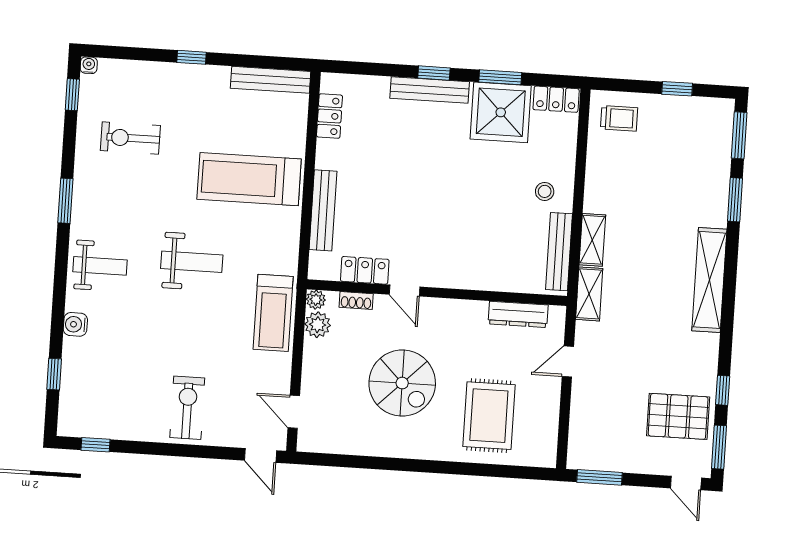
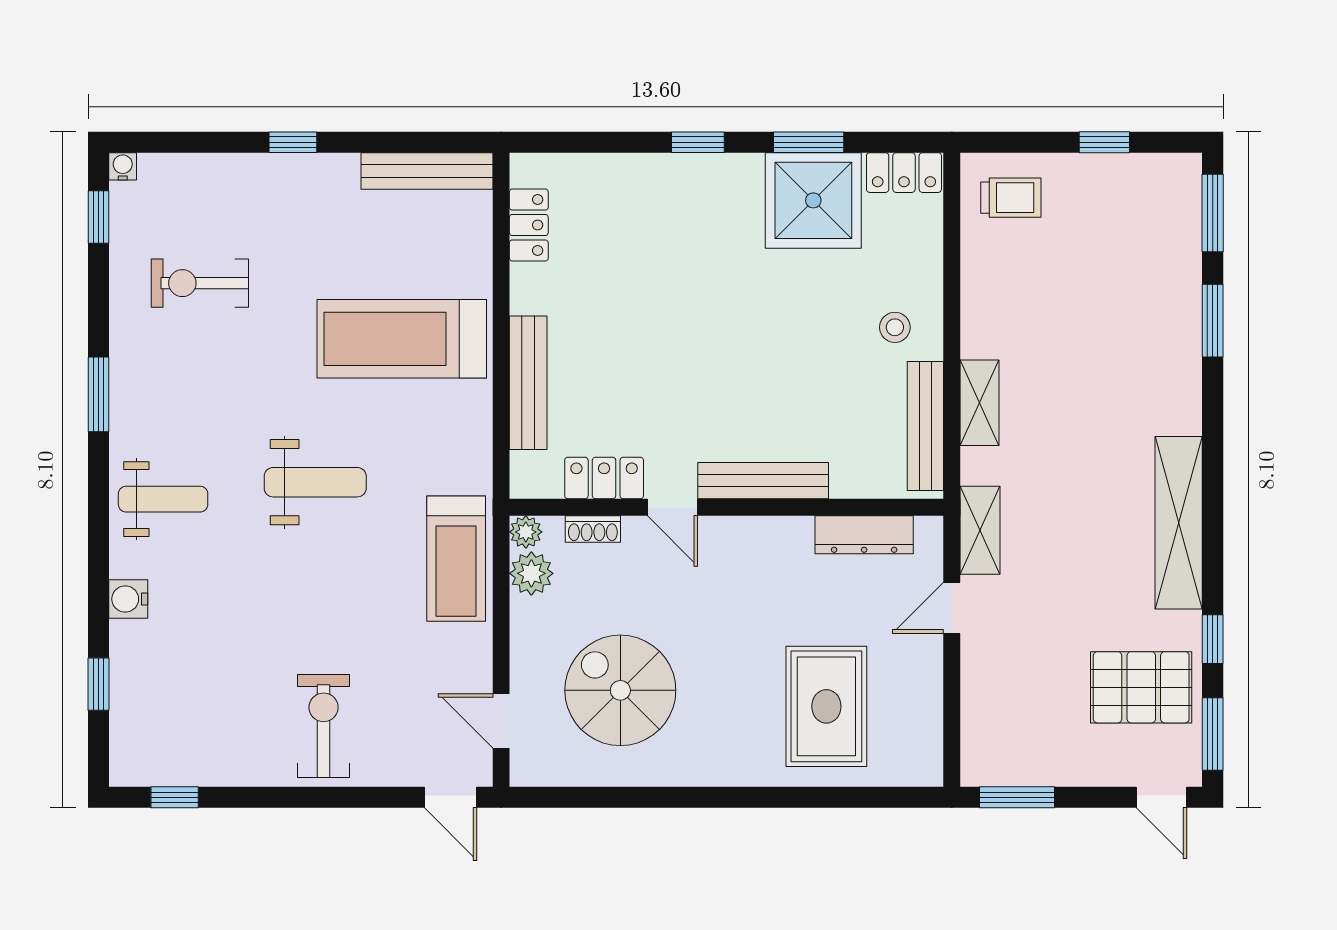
bench: (430, 90) -> (763, 481), moved
shelving: (709, 280) -> (1179, 523), moved
shelving: (589, 294) -> (980, 530), moved
spiral stairs: (402, 383) -> (620, 690), moved, turned 180

